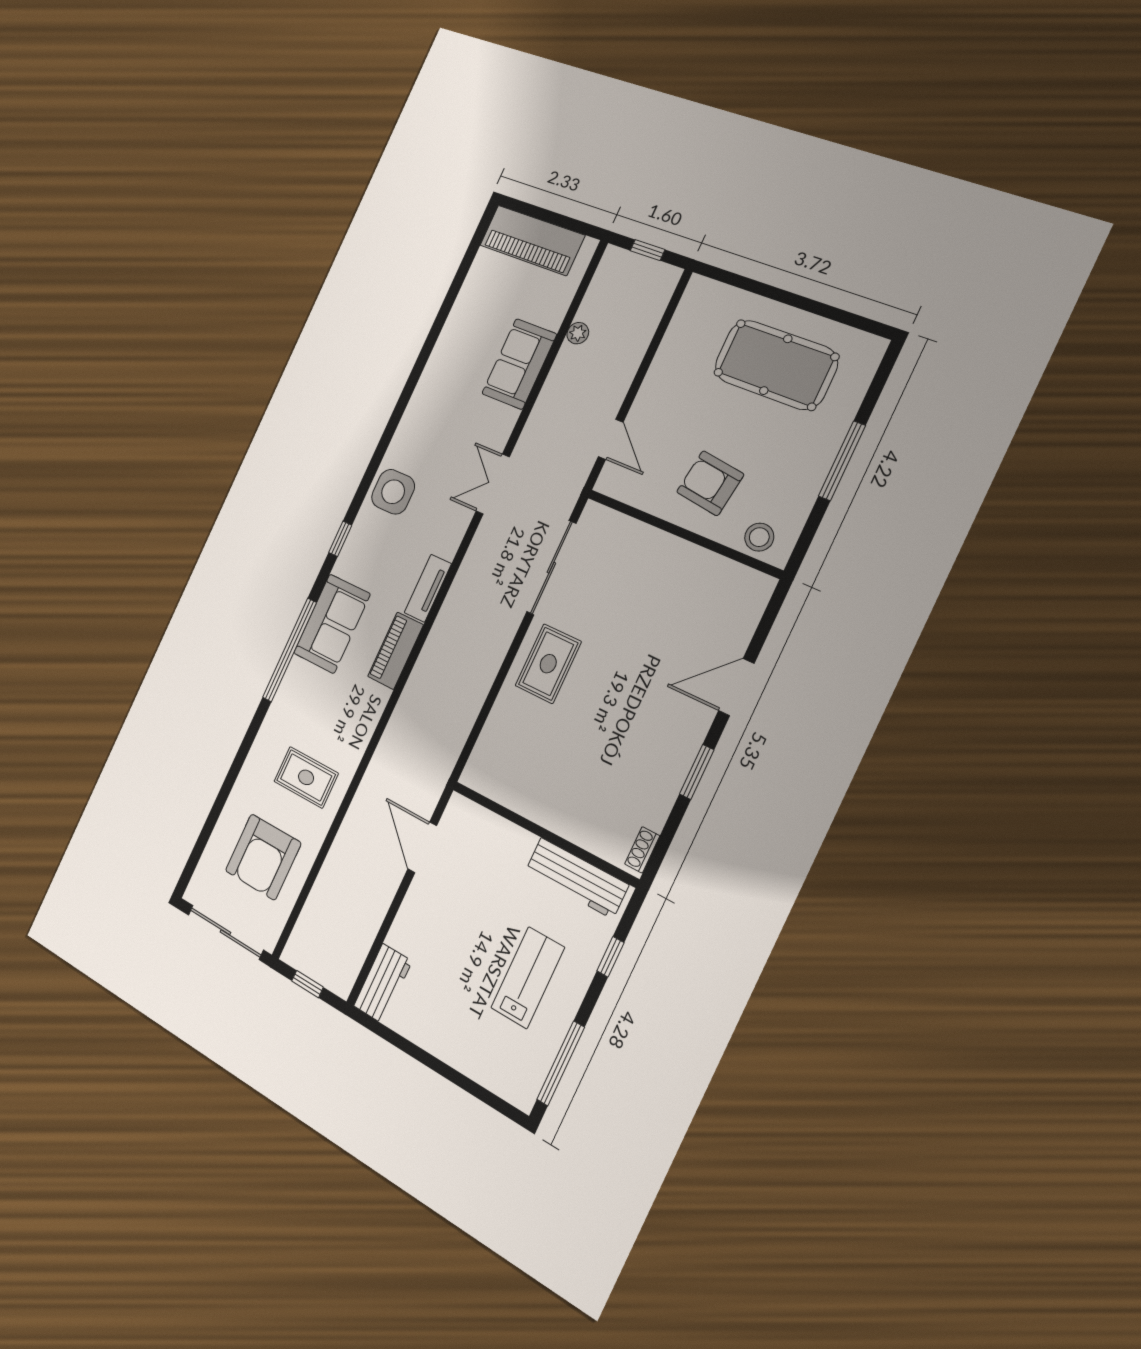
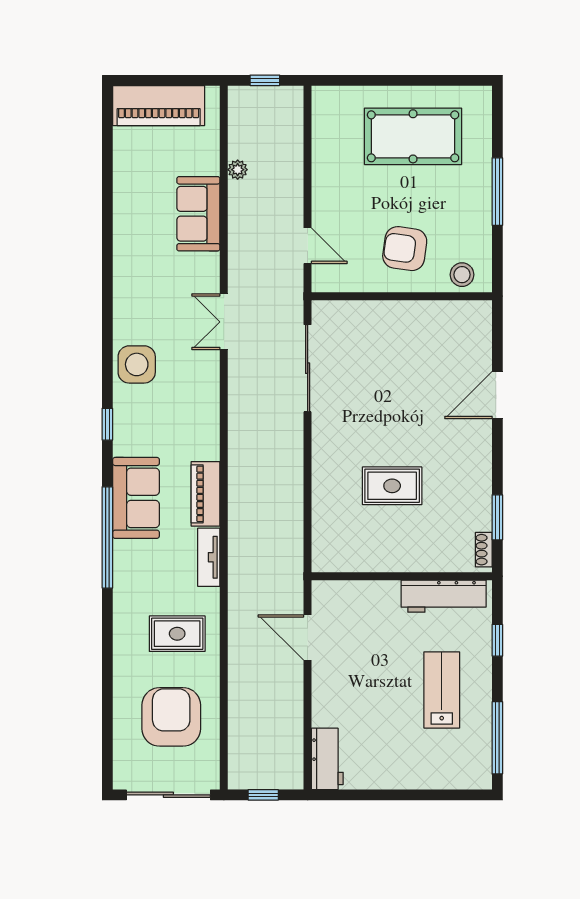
tv unit: (428, 588) -> (209, 557), moved
rug: (548, 664) -> (392, 486), moved, turned 90
window: (697, 772) -> (497, 517), moved
armchair: (263, 857) -> (171, 717), turned 180

